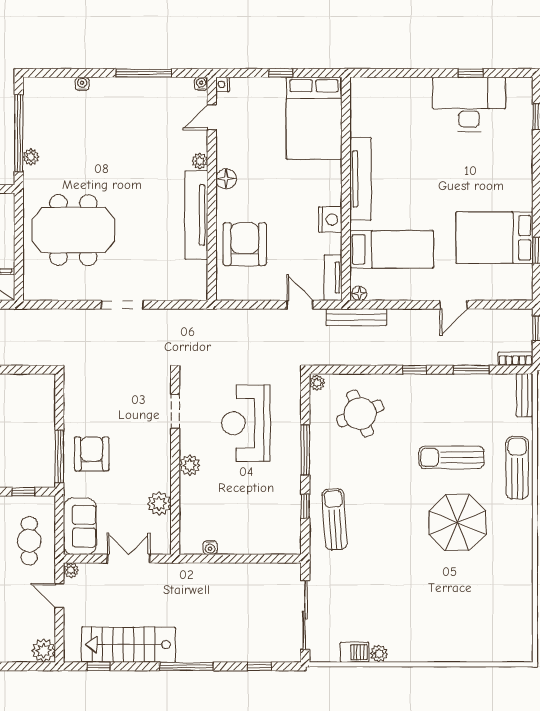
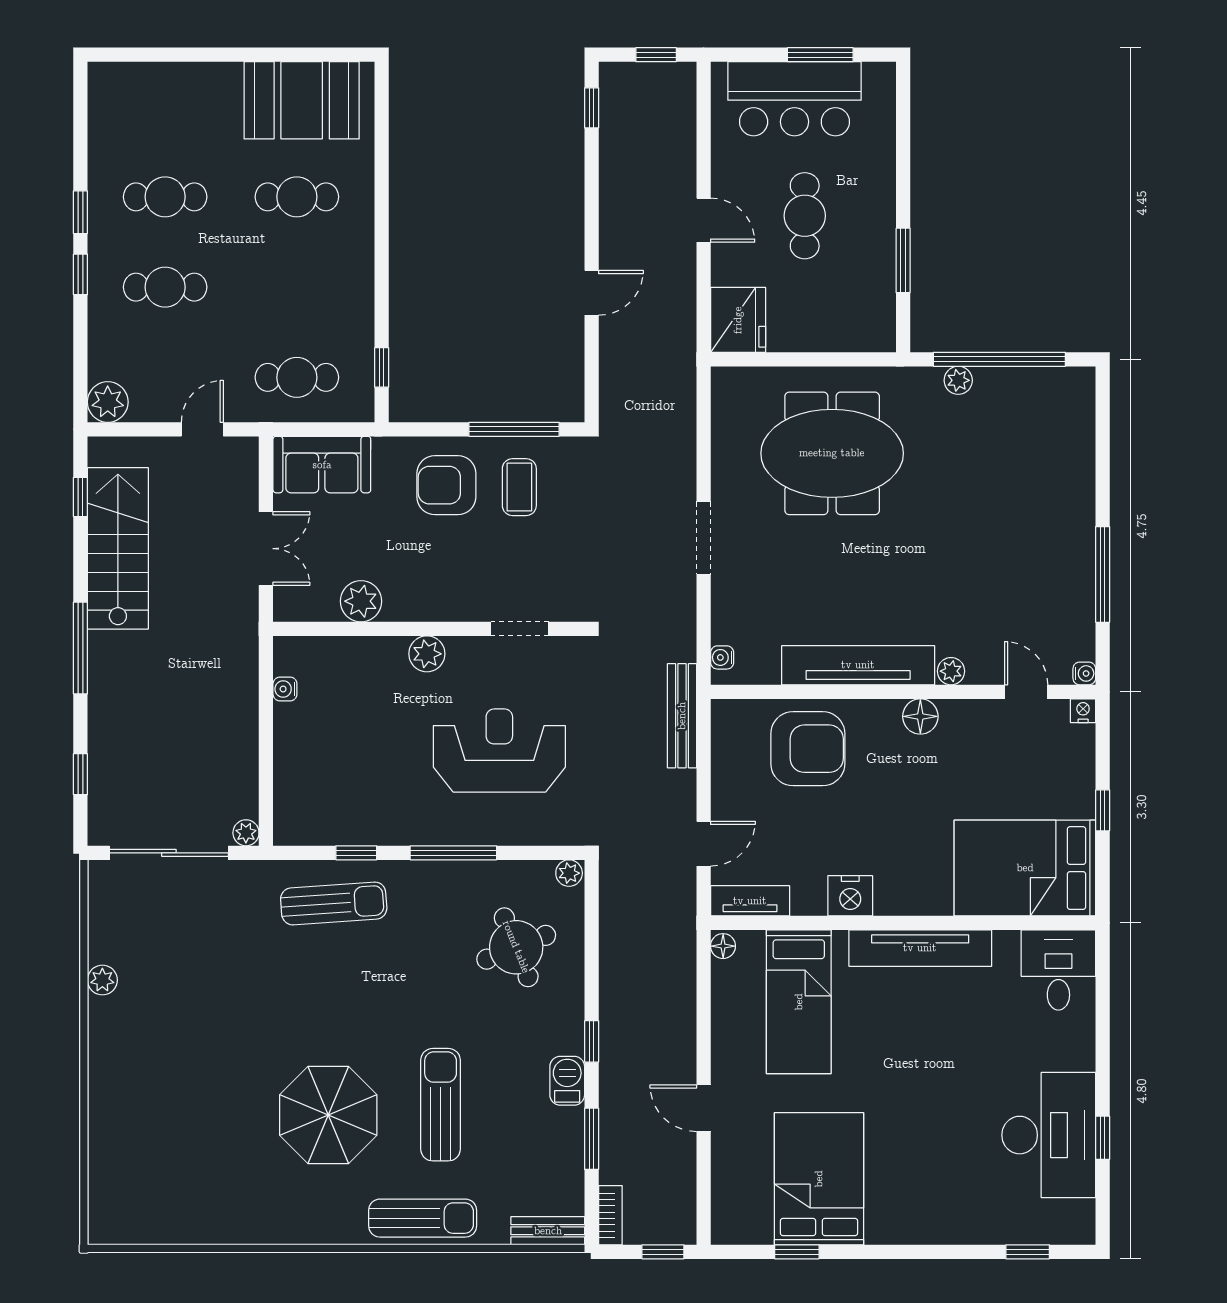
water cooler: (82, 84) -> (722, 657), moved, turned 180
desk: (373, 99) -> (1058, 970), added
meeting table: (73, 230) -> (832, 453), turned 90
bench: (356, 317) -> (682, 716), moved
coffee table: (93, 412) -> (519, 487), added
armchair: (92, 454) -> (446, 485), turned 180
window: (59, 456) -> (514, 429), moved
plant: (71, 570) -> (246, 833), moved
barbecue: (355, 652) -> (567, 1081), moved, turned 180

